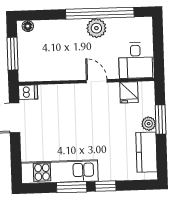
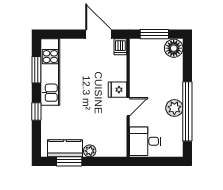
floor lamp: (28, 26) -> (174, 48), width x1.89, depth x1.89
fridge: (129, 92) -> (118, 90), moved
window: (161, 119) -> (69, 161), moved
window: (72, 187) -> (36, 70), moved

